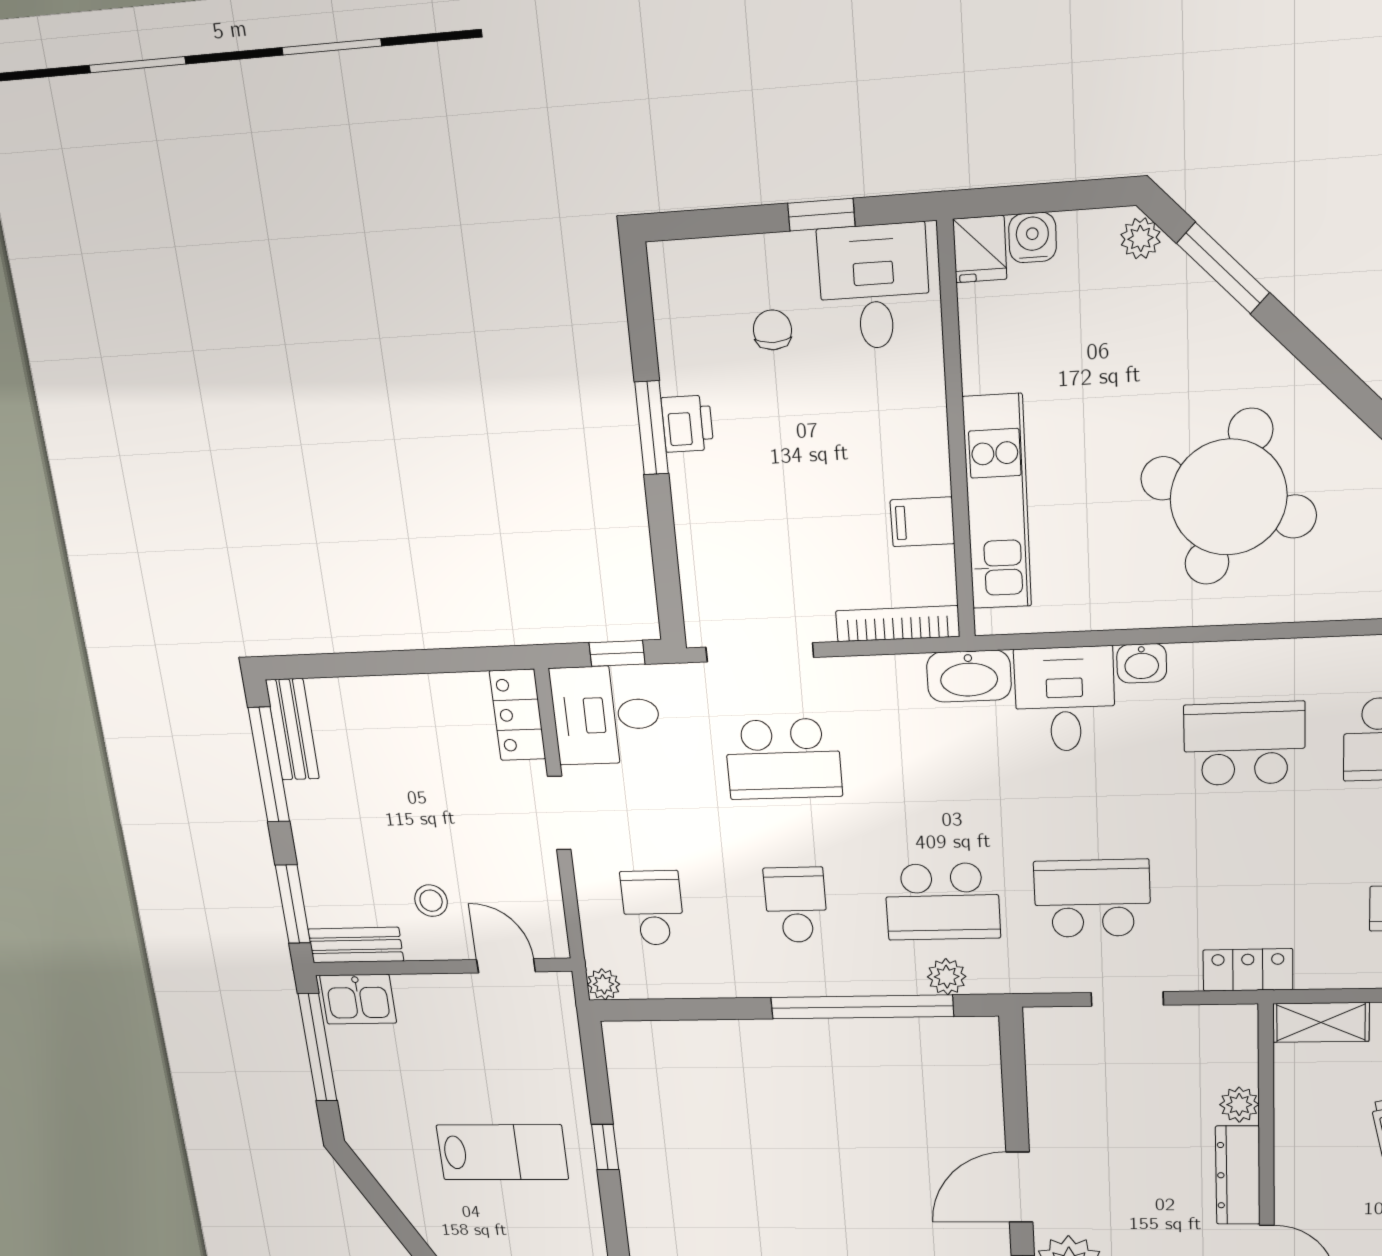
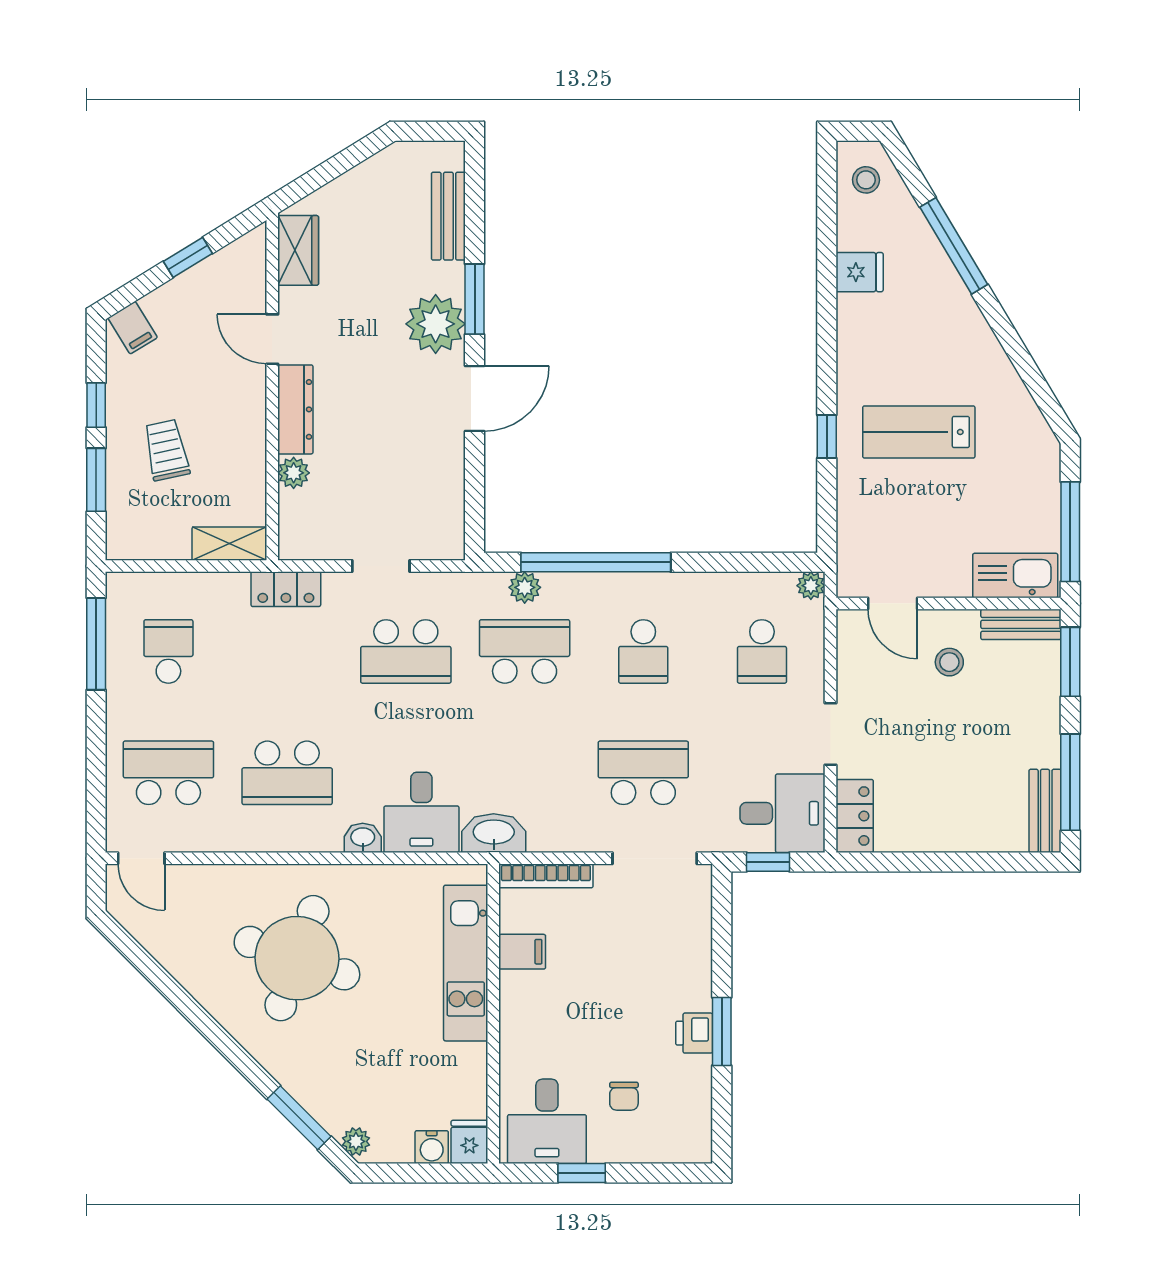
kitchen sink: (358, 999) -> (1015, 576), width x1.38

